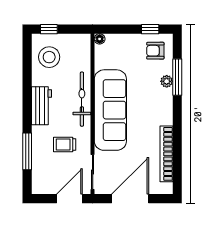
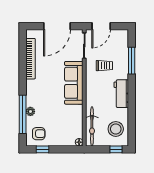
window: (177, 77) -> (23, 114), width x1.46
bicycle: (82, 99) -> (92, 126), moved
sofa: (110, 110) -> (74, 83), width x0.74, depth x0.79

